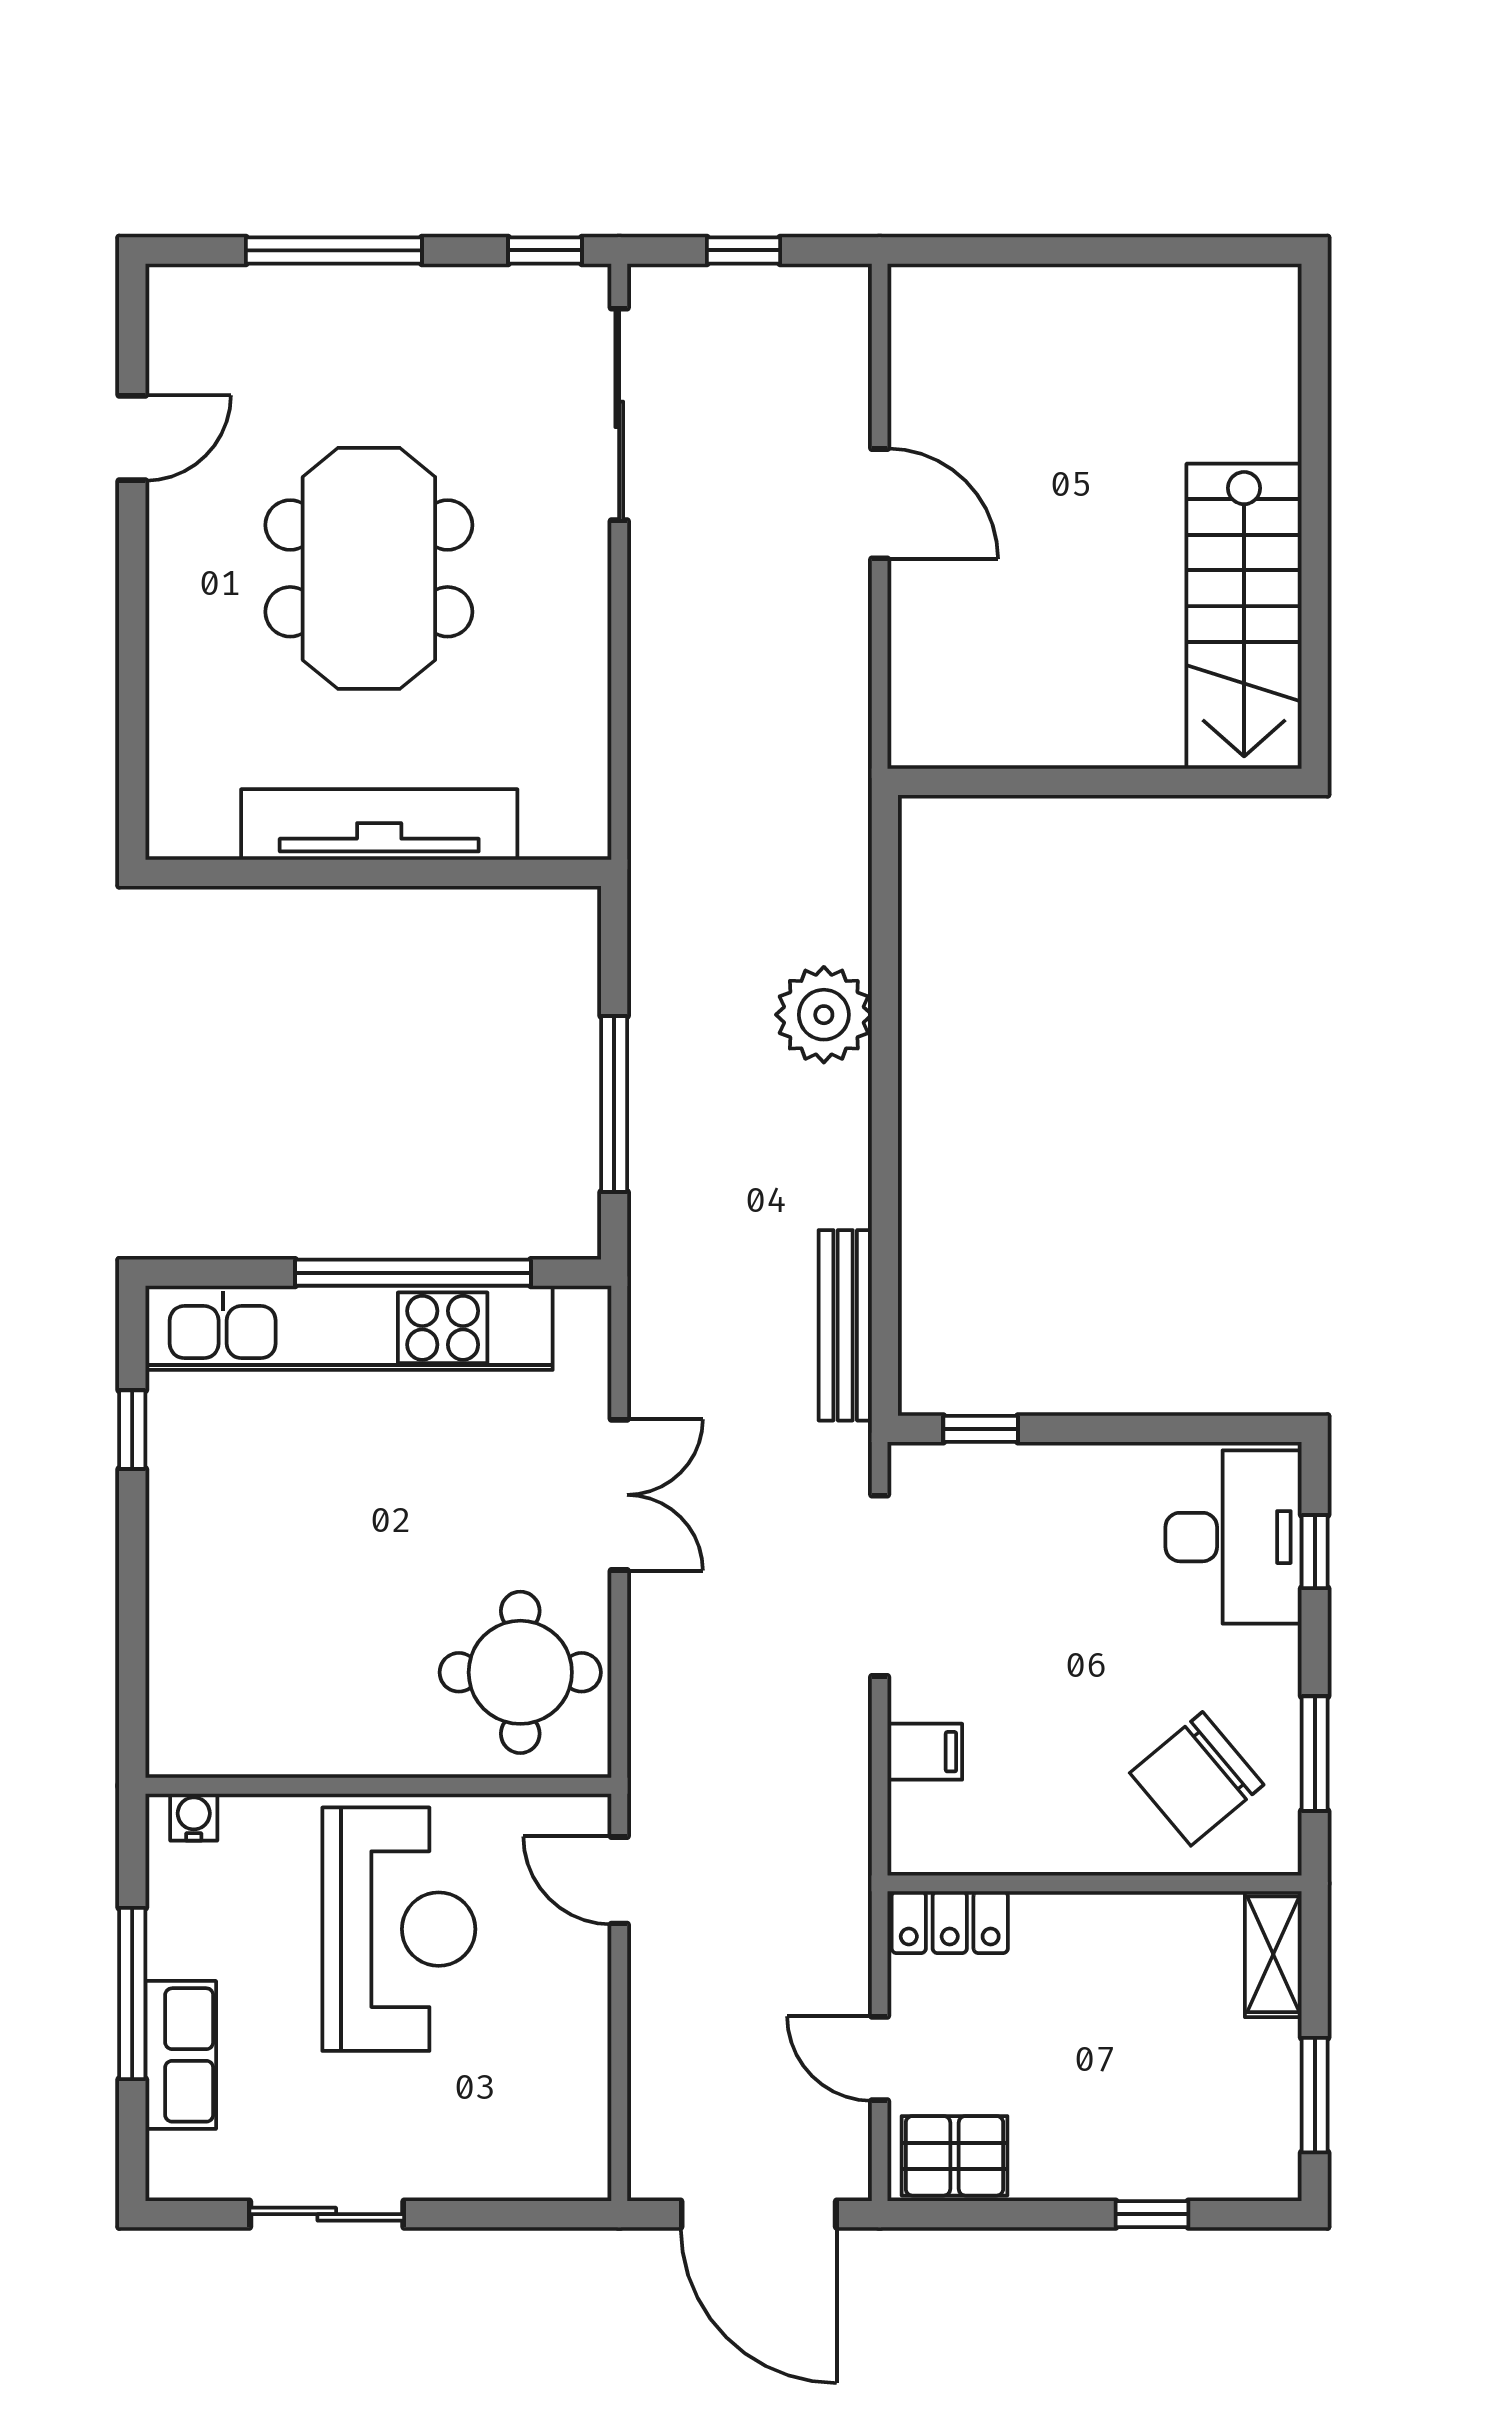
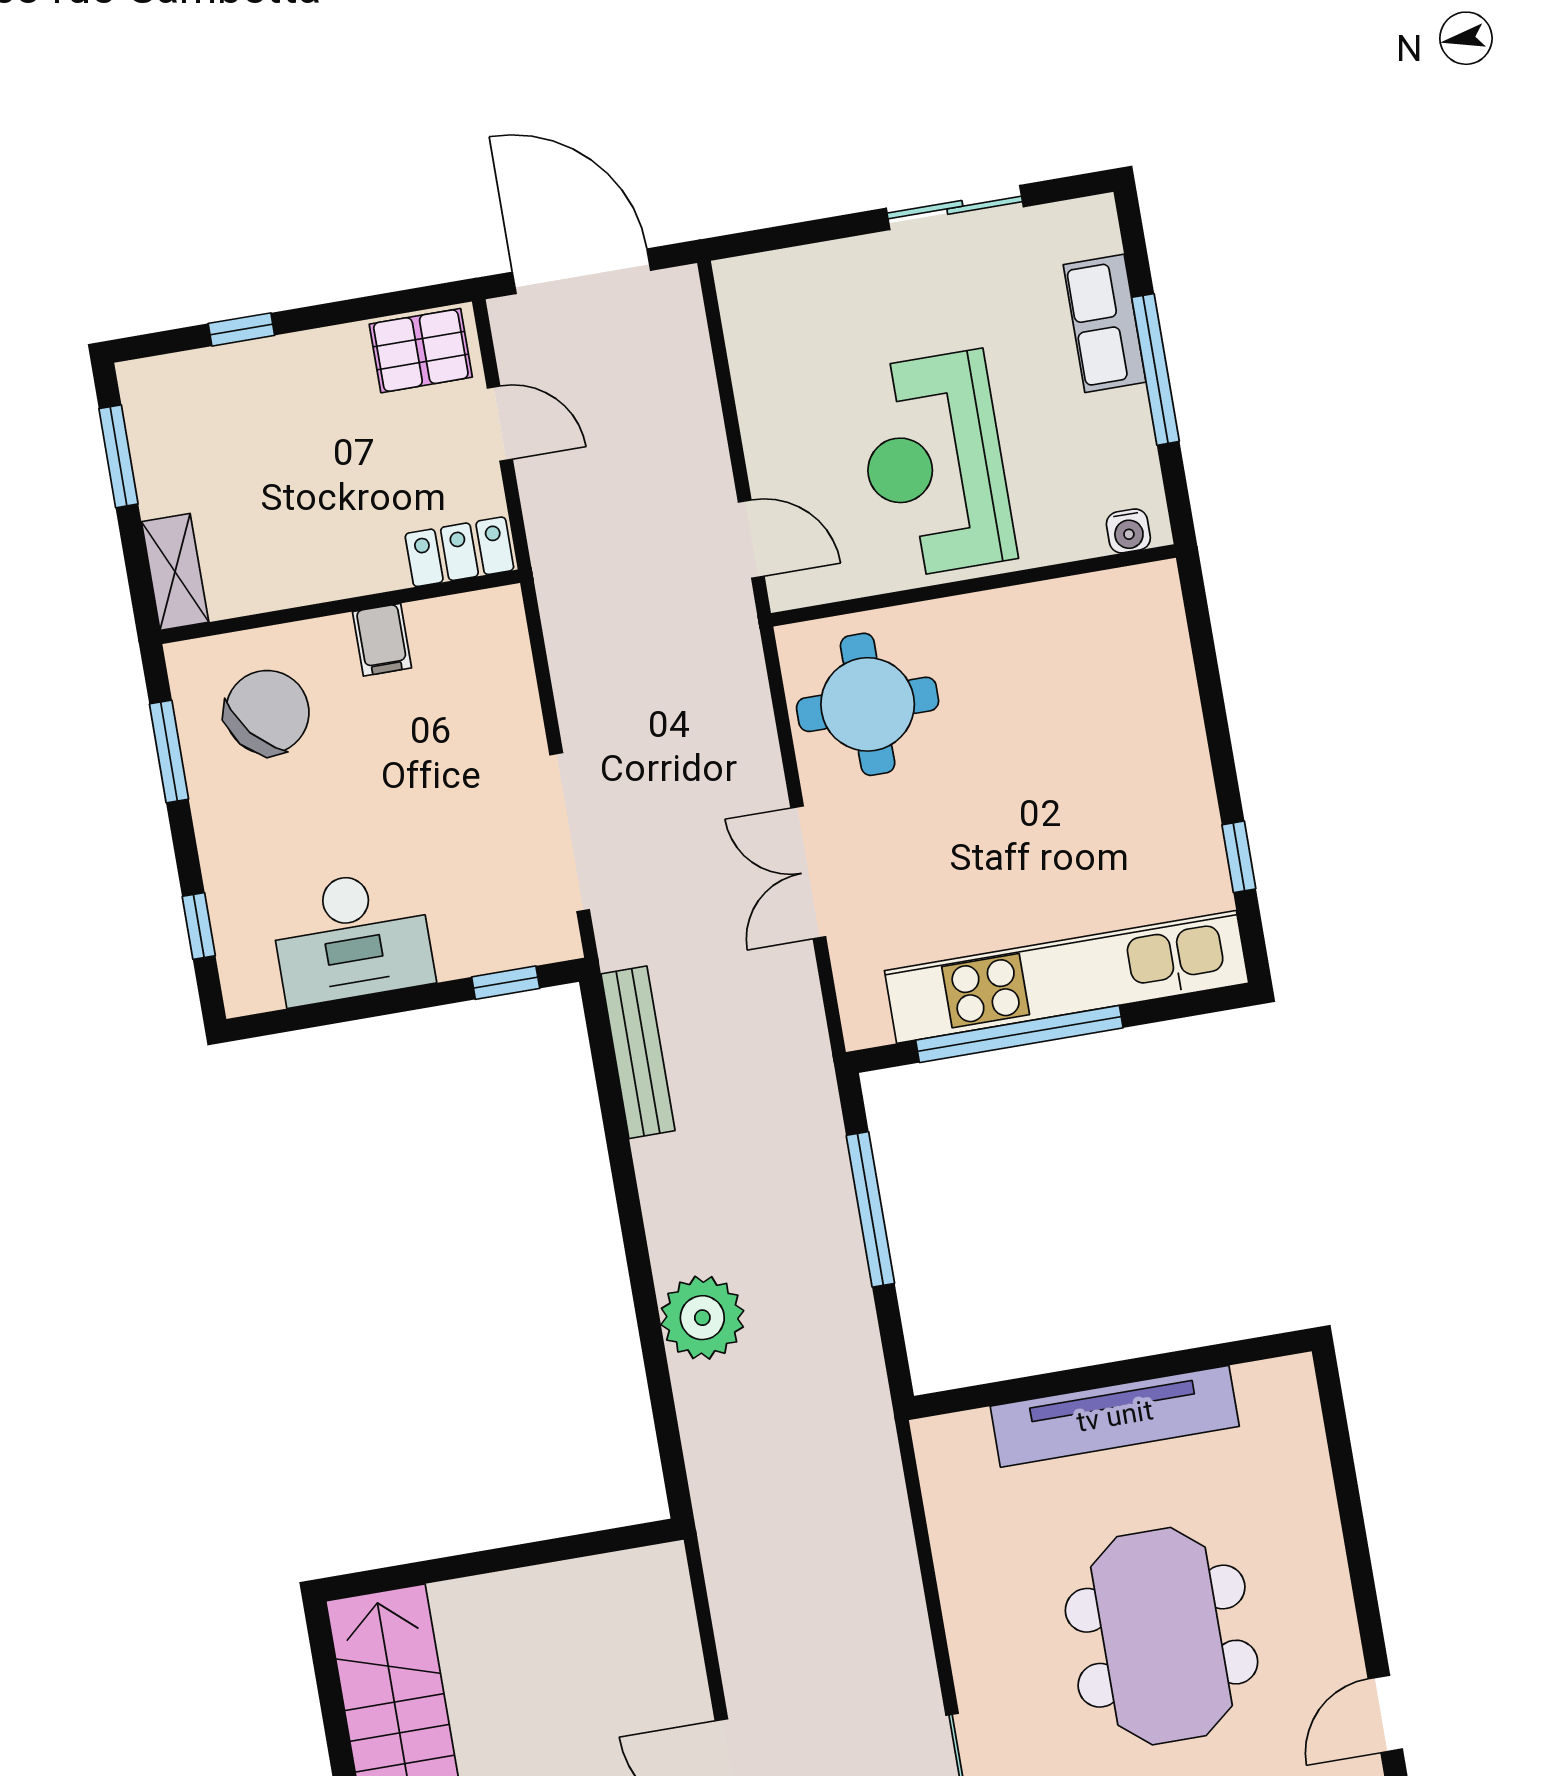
desk: (1233, 1537) -> (352, 937), moved, turned -90
filing cabinet: (925, 1752) -> (382, 640), moved, turned -90

